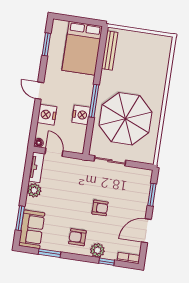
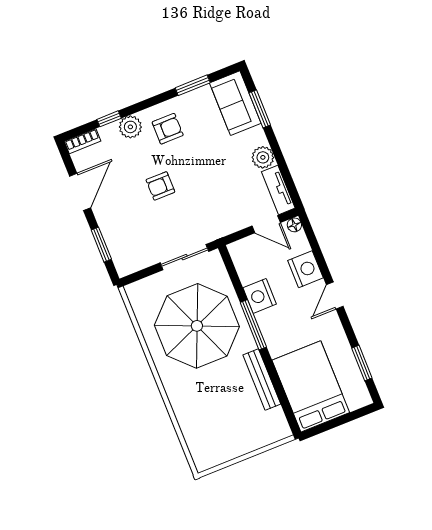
bench: (110, 51) -> (262, 379), moved
door: (39, 91) -> (335, 296), swing flipped

